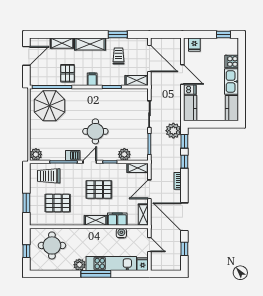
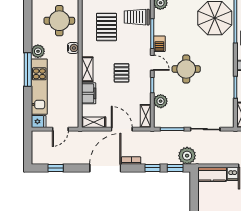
trolley: (49, 176) -> (137, 17), turned -90
pallet: (99, 190) -> (122, 73), width x0.67, depth x0.71
door: (184, 217) -> (105, 168), moved
water cooler: (121, 233) -> (73, 48), moved

